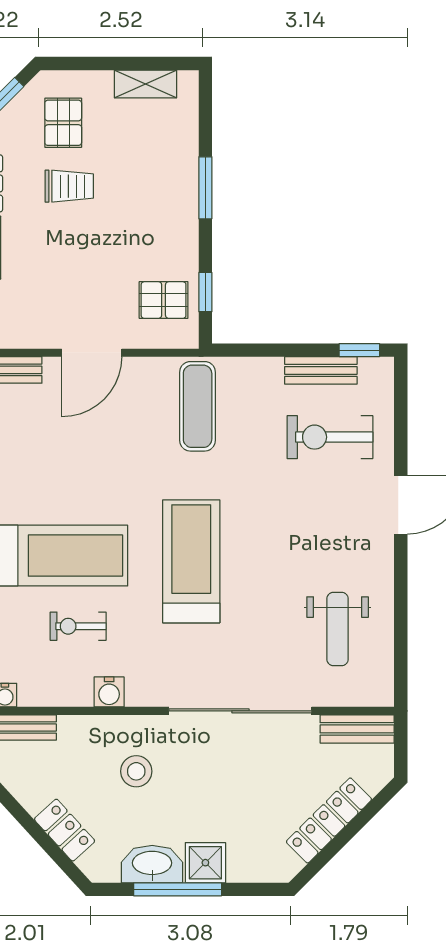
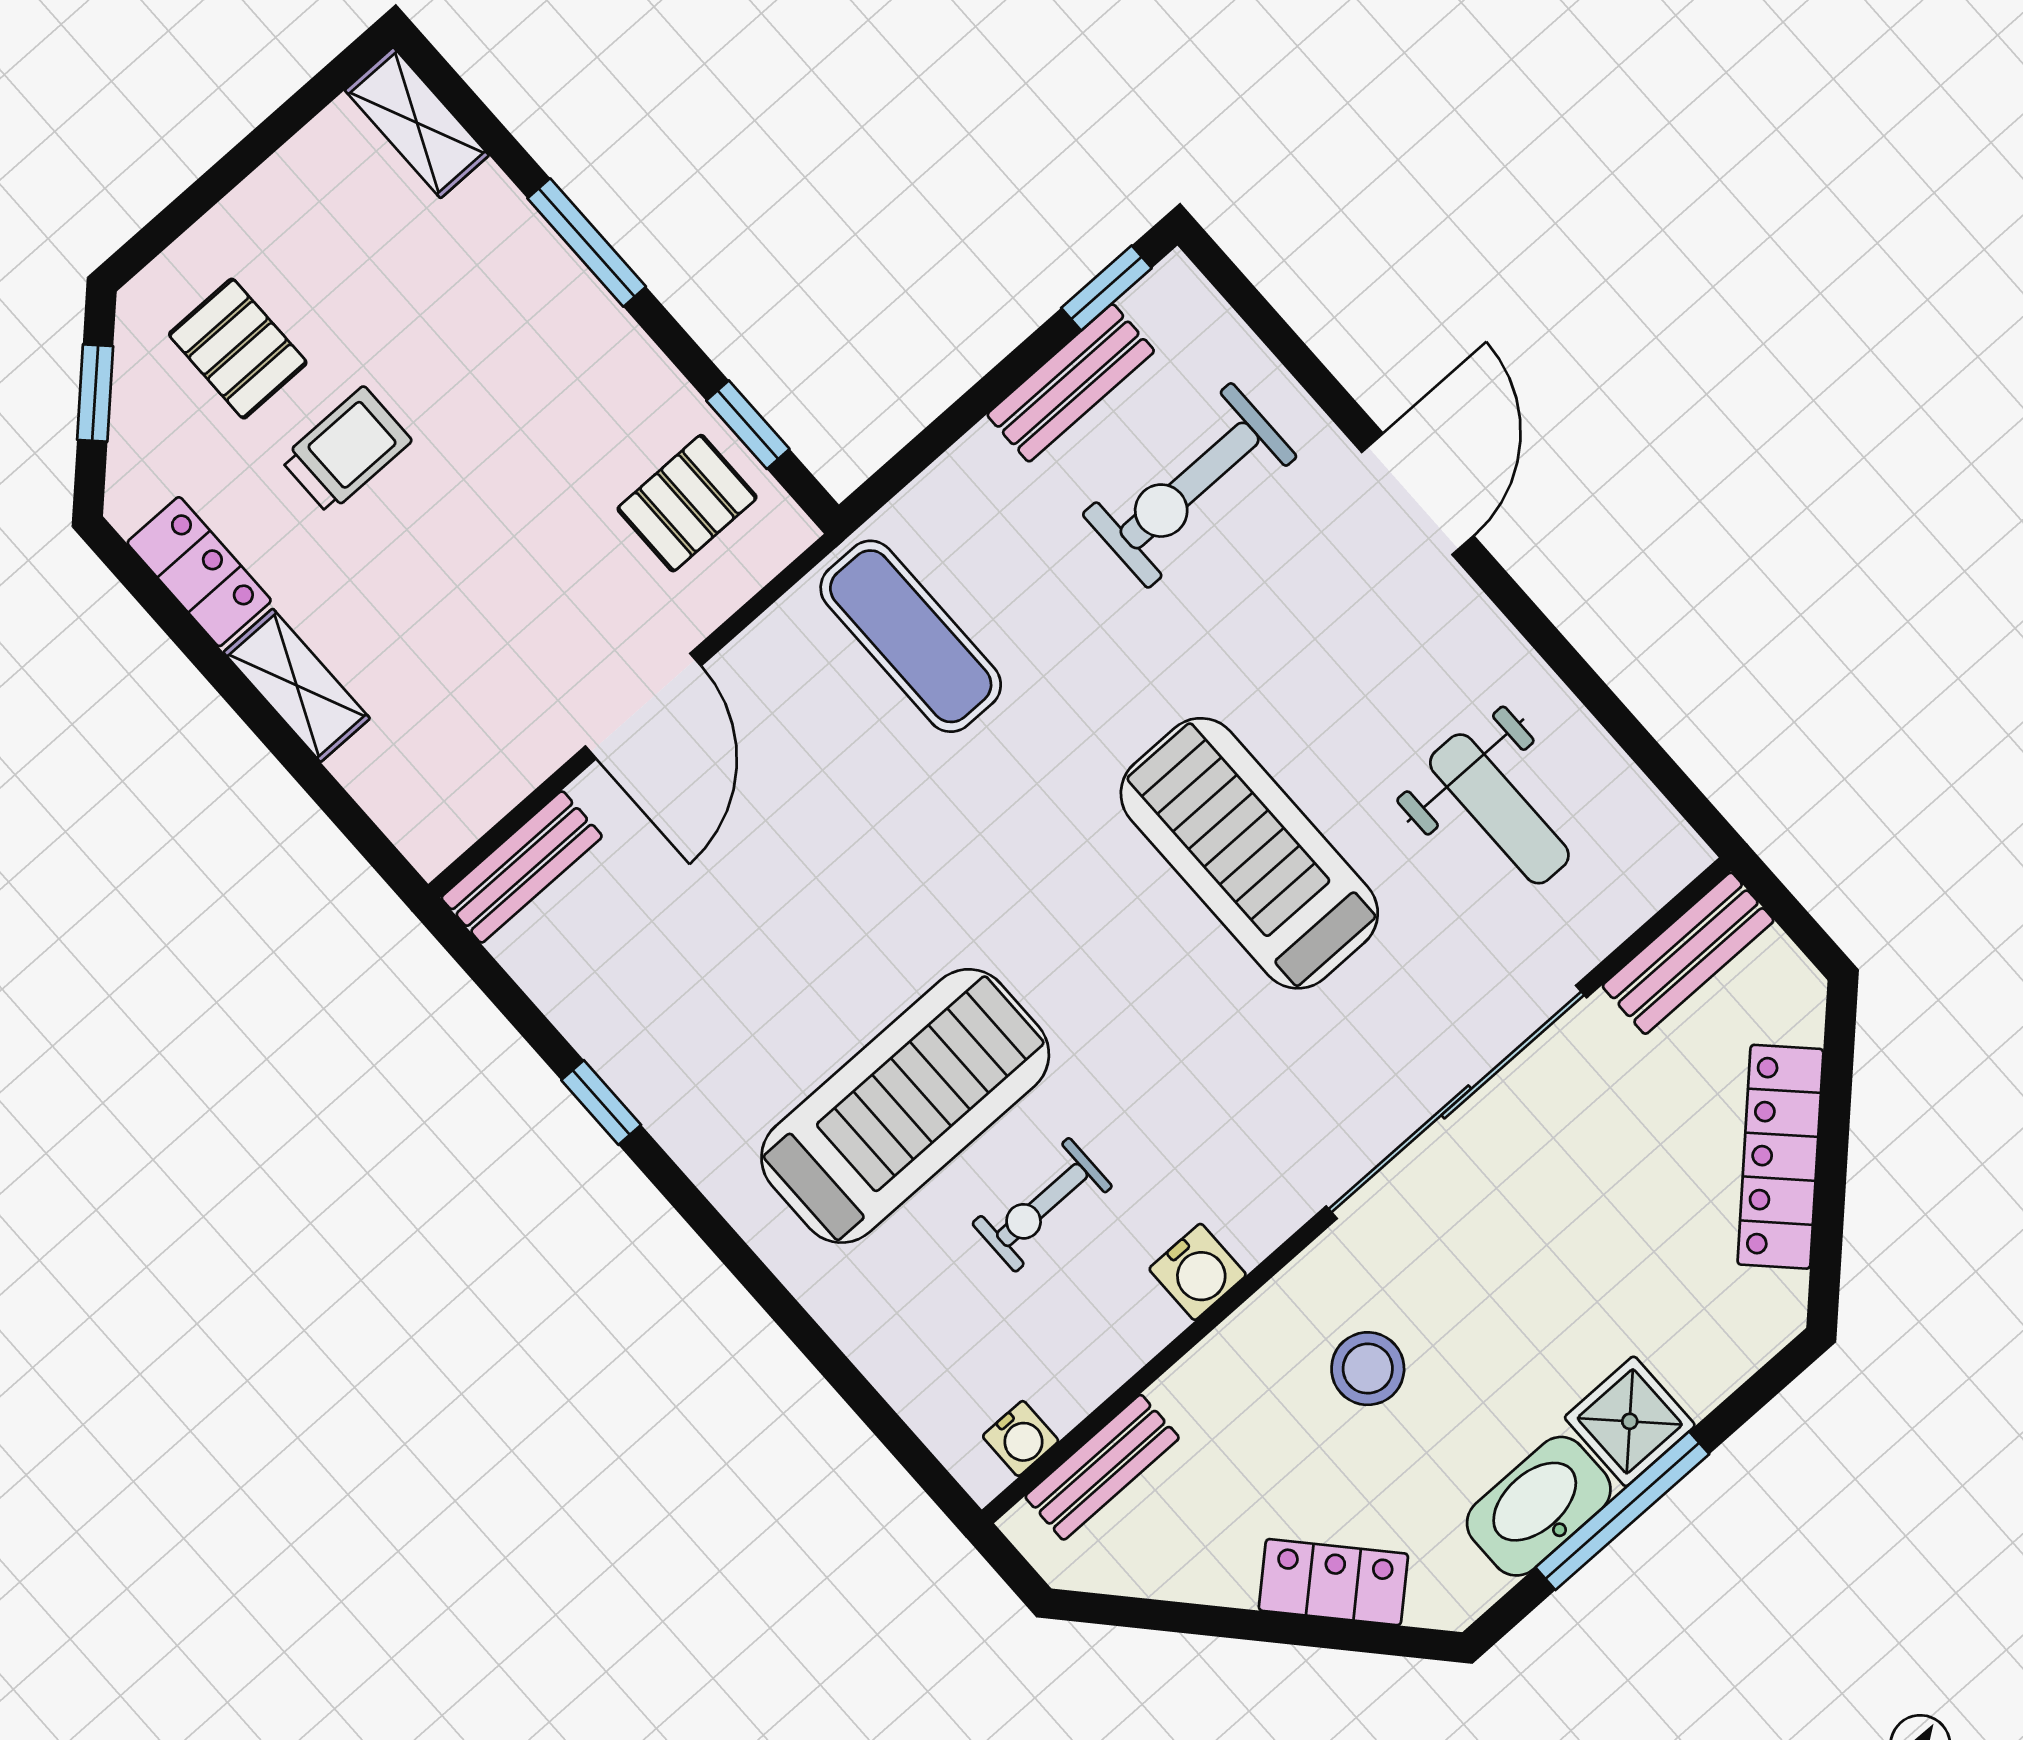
shelving: (146, 84) -> (417, 123), moved, turned 90
treadmill: (191, 561) -> (1249, 853), moved

